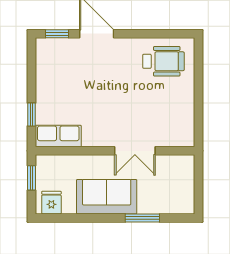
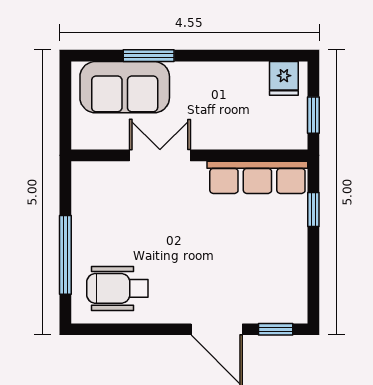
window: (198, 84) -> (65, 255), added
row of seats: (58, 136) -> (257, 177), width x1.48
sofa: (107, 197) -> (125, 87), moved

